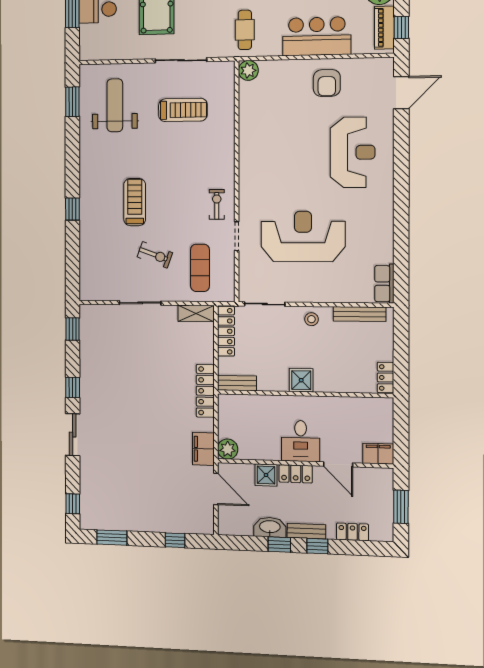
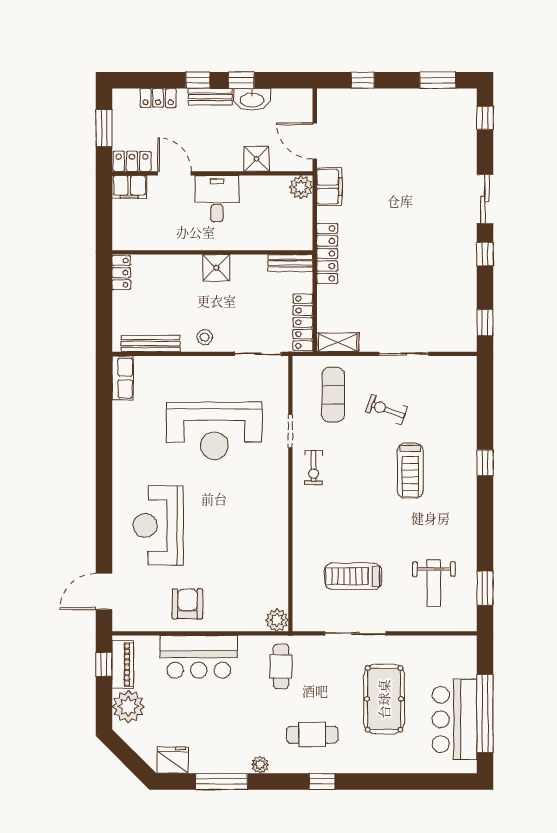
weight bench: (115, 105) -> (434, 583), width x0.73, depth x0.75
locker: (296, 474) -> (132, 161), moved

